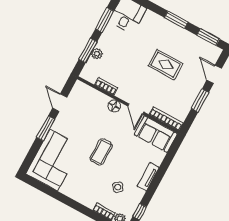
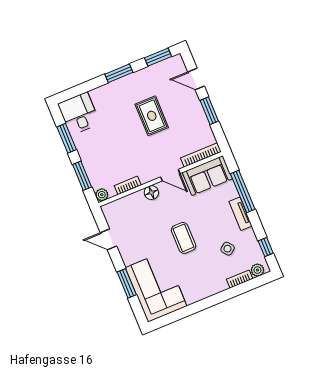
plant: (97, 54) -> (102, 195), moved
rug: (166, 65) -> (152, 116), turned 90
window: (46, 128) -> (127, 283), moved
window: (164, 166) -> (243, 192), added

